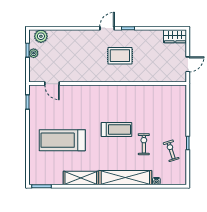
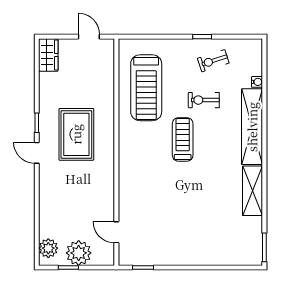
plant: (34, 53) -> (79, 253), width x1.88, depth x1.88
rug: (120, 56) -> (76, 134), width x1.36, depth x1.43
door: (52, 84) -> (116, 232), swing flipped
treadmill: (62, 140) -> (146, 88), moved

